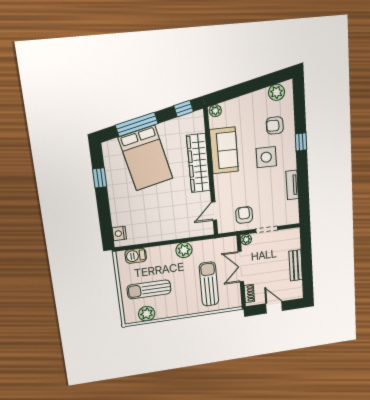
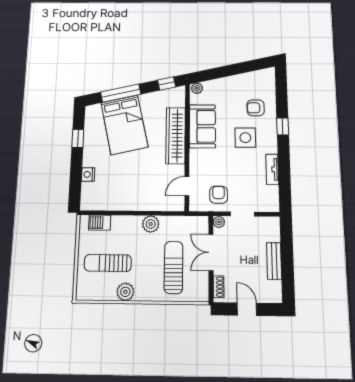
plant: (277, 92) -> (258, 77), removed
nightstand: (119, 233) -> (88, 174), moved
plant: (147, 314) -> (125, 292), moved

